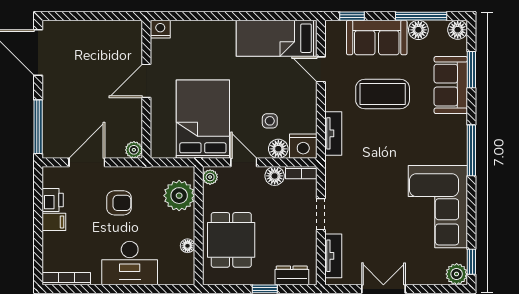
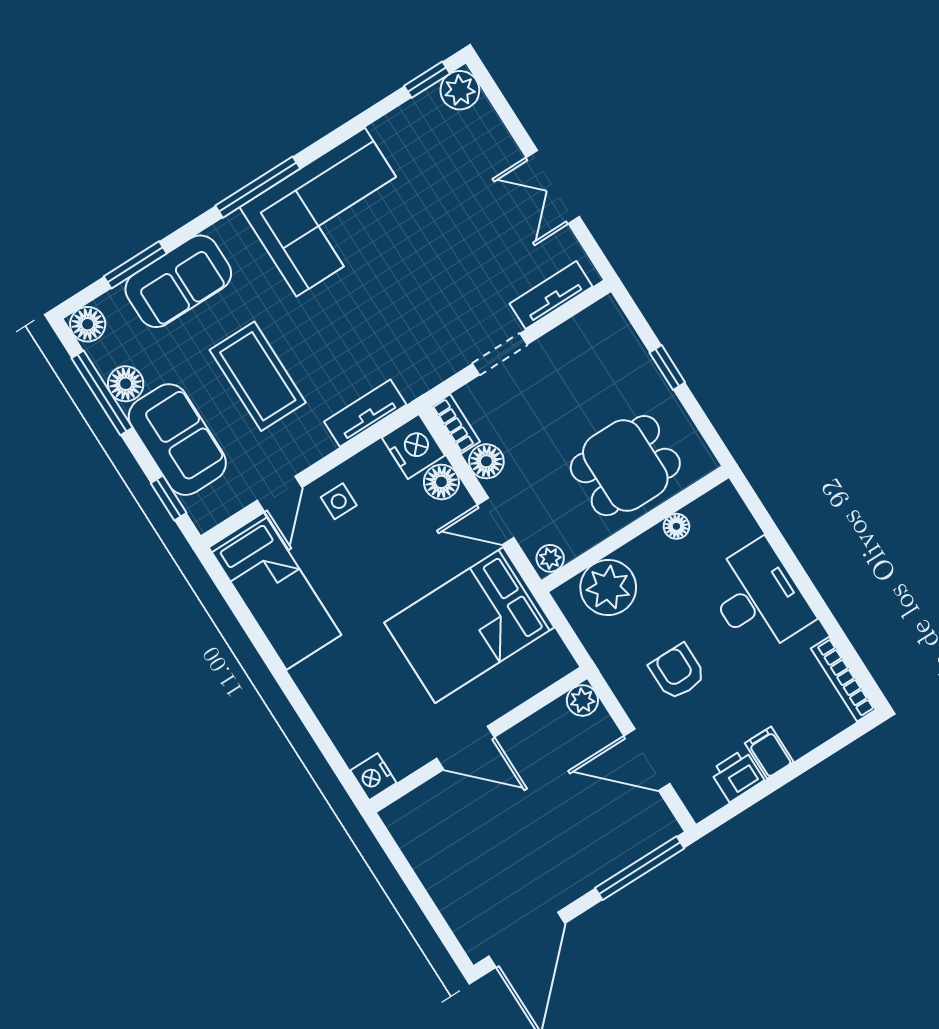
side table: (270, 121) -> (339, 501), moved
door: (244, 162) -> (496, 521), hinge flipped
corner sofa: (438, 207) -> (331, 212), moved
dresser: (292, 275) -> (621, 339), removed

